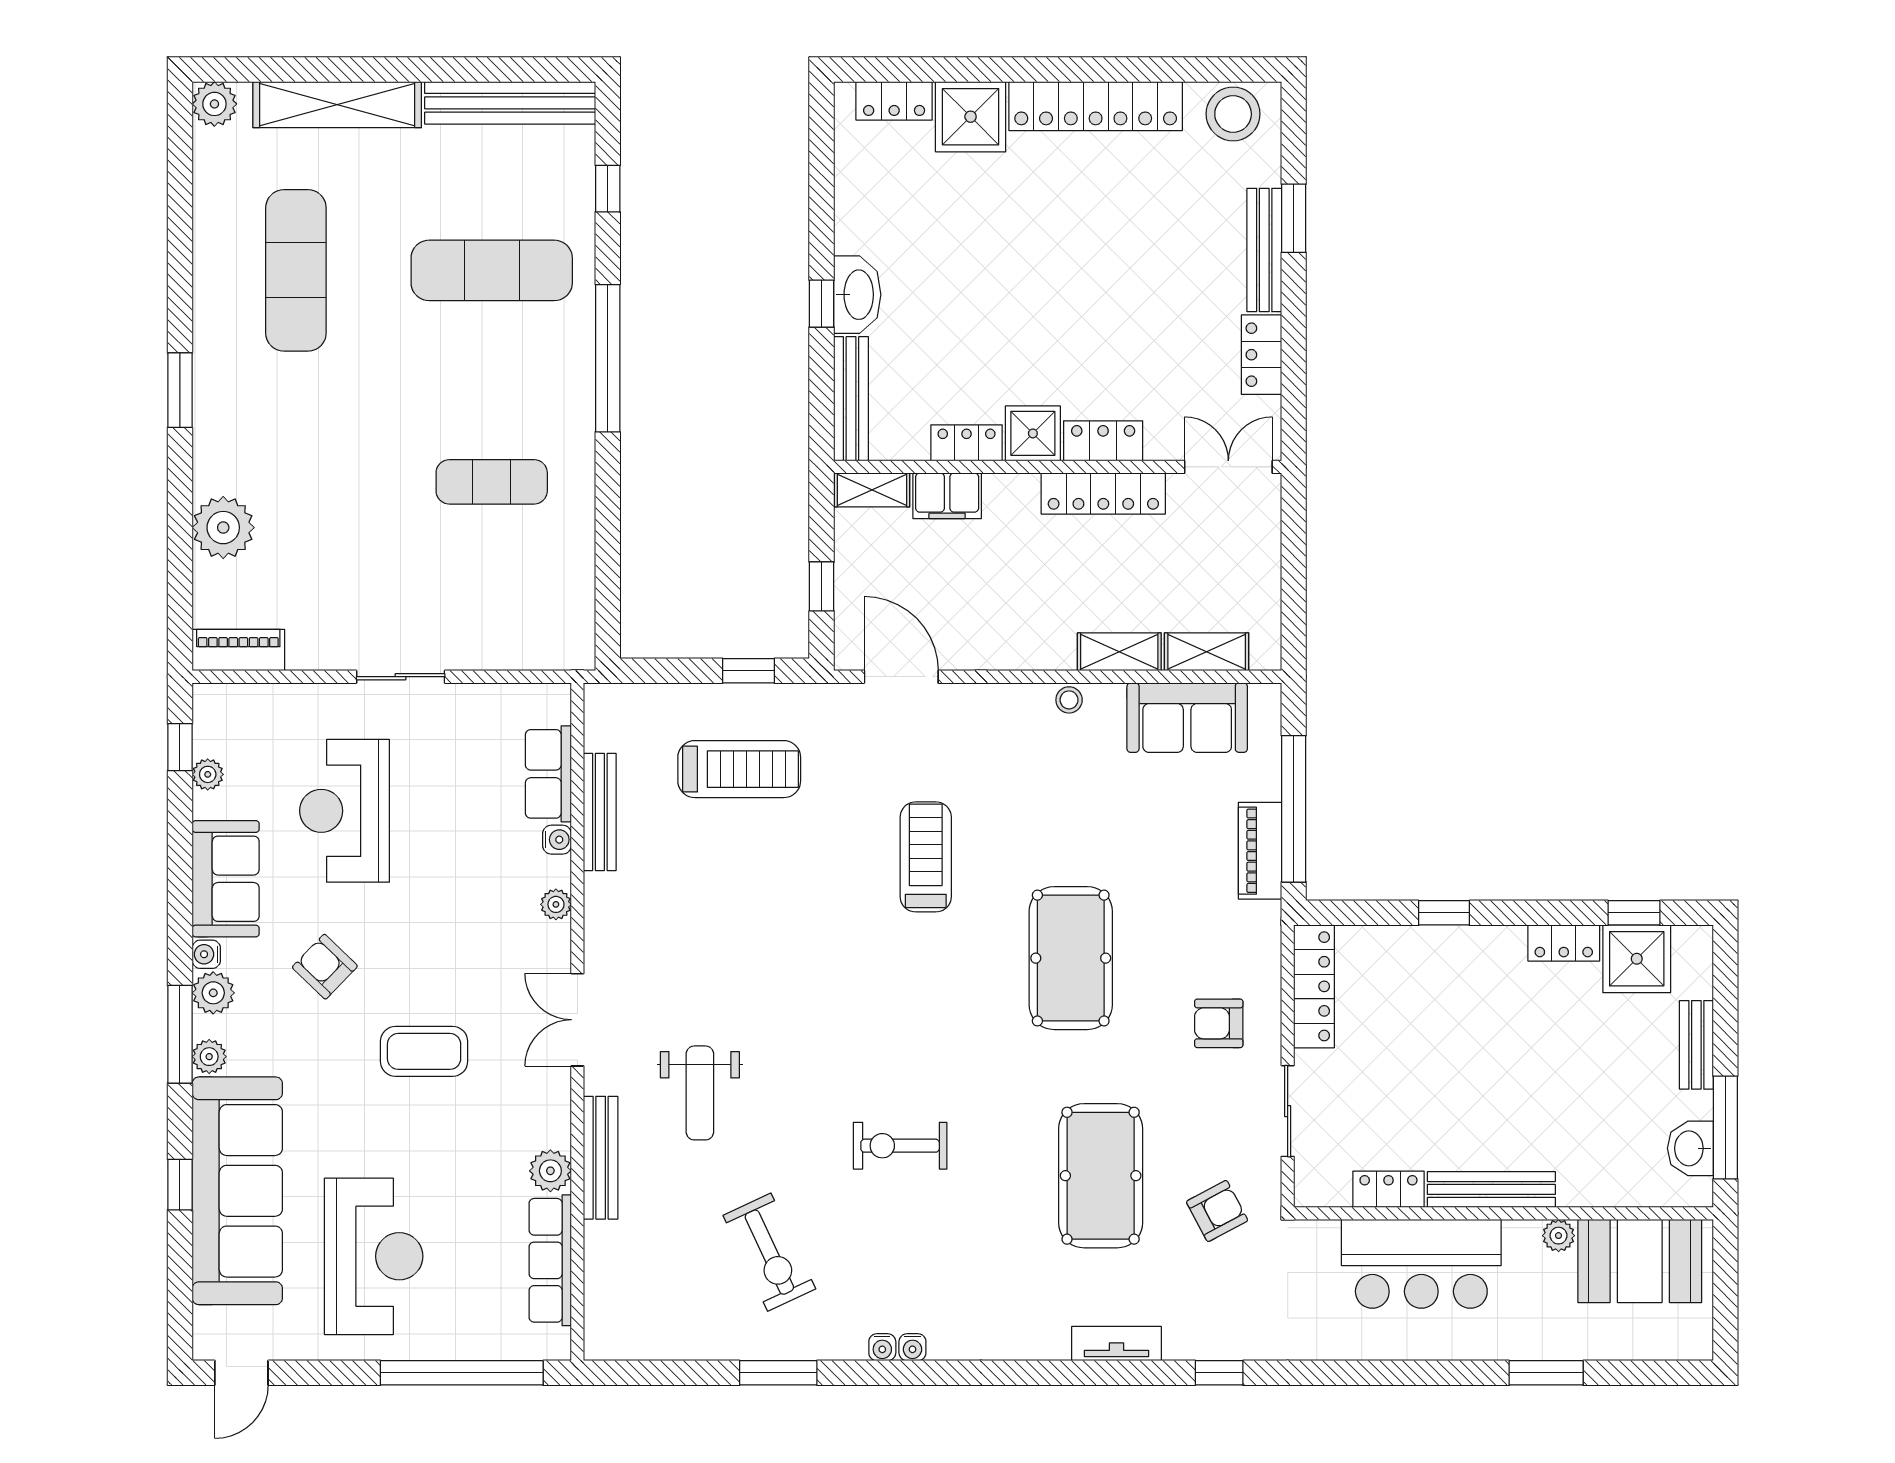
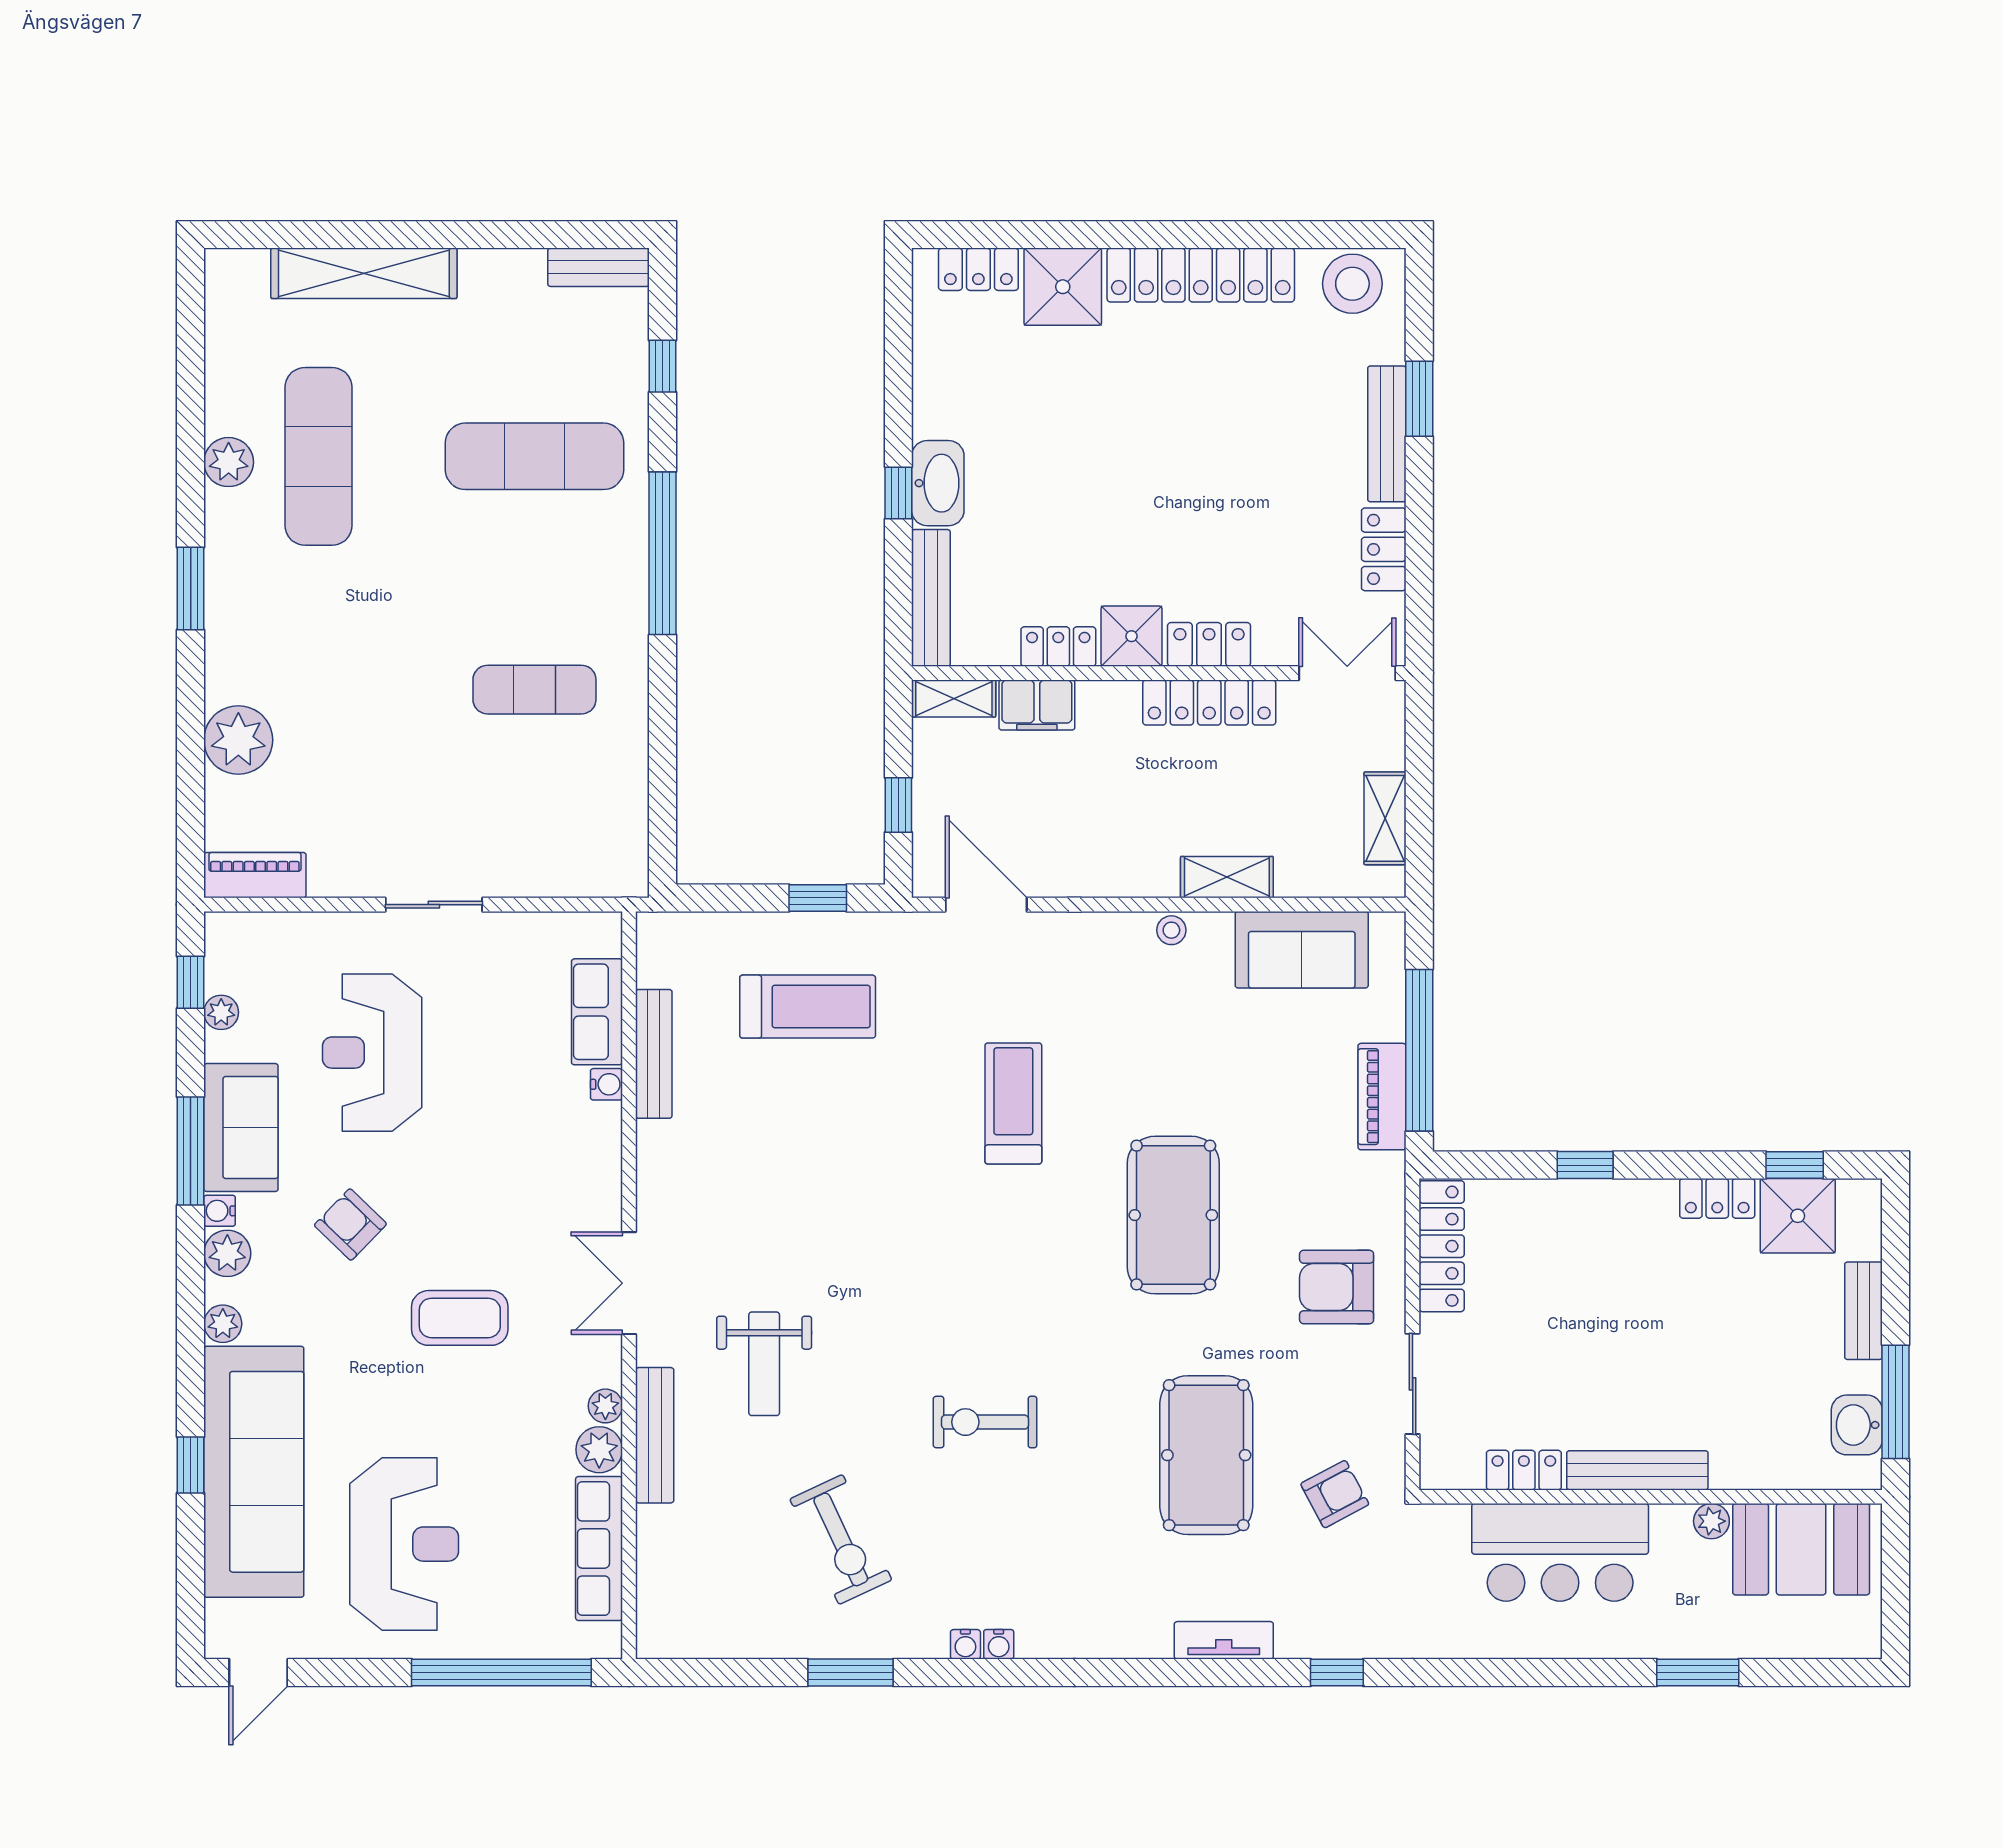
bench: (510, 103) -> (598, 267), width x0.54, depth x0.82
plant: (214, 104) -> (229, 462), moved
shelving: (1207, 652) -> (1385, 818), moved, turned 90
plant: (556, 904) -> (605, 1406), moved
armchair: (1219, 1023) -> (1337, 1287), width x1.38, depth x1.38
window: (180, 1034) -> (191, 1151), moved

